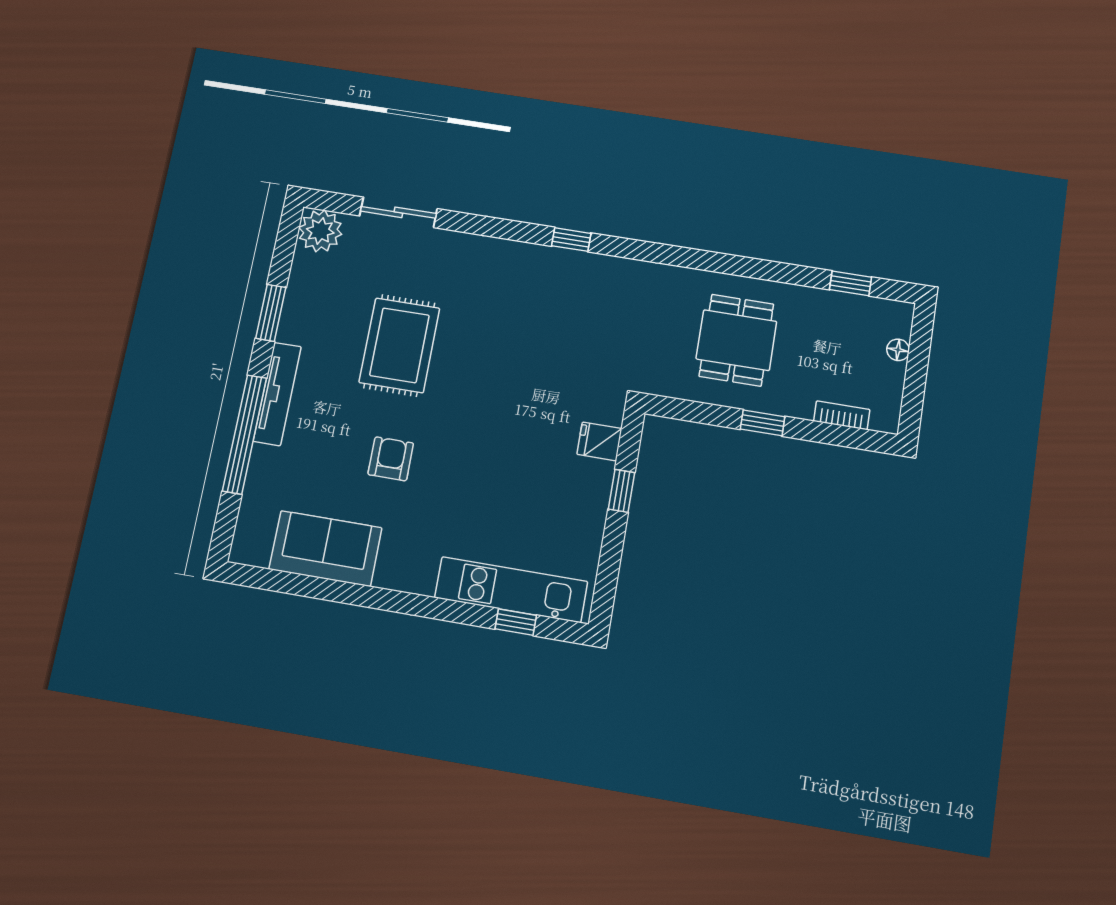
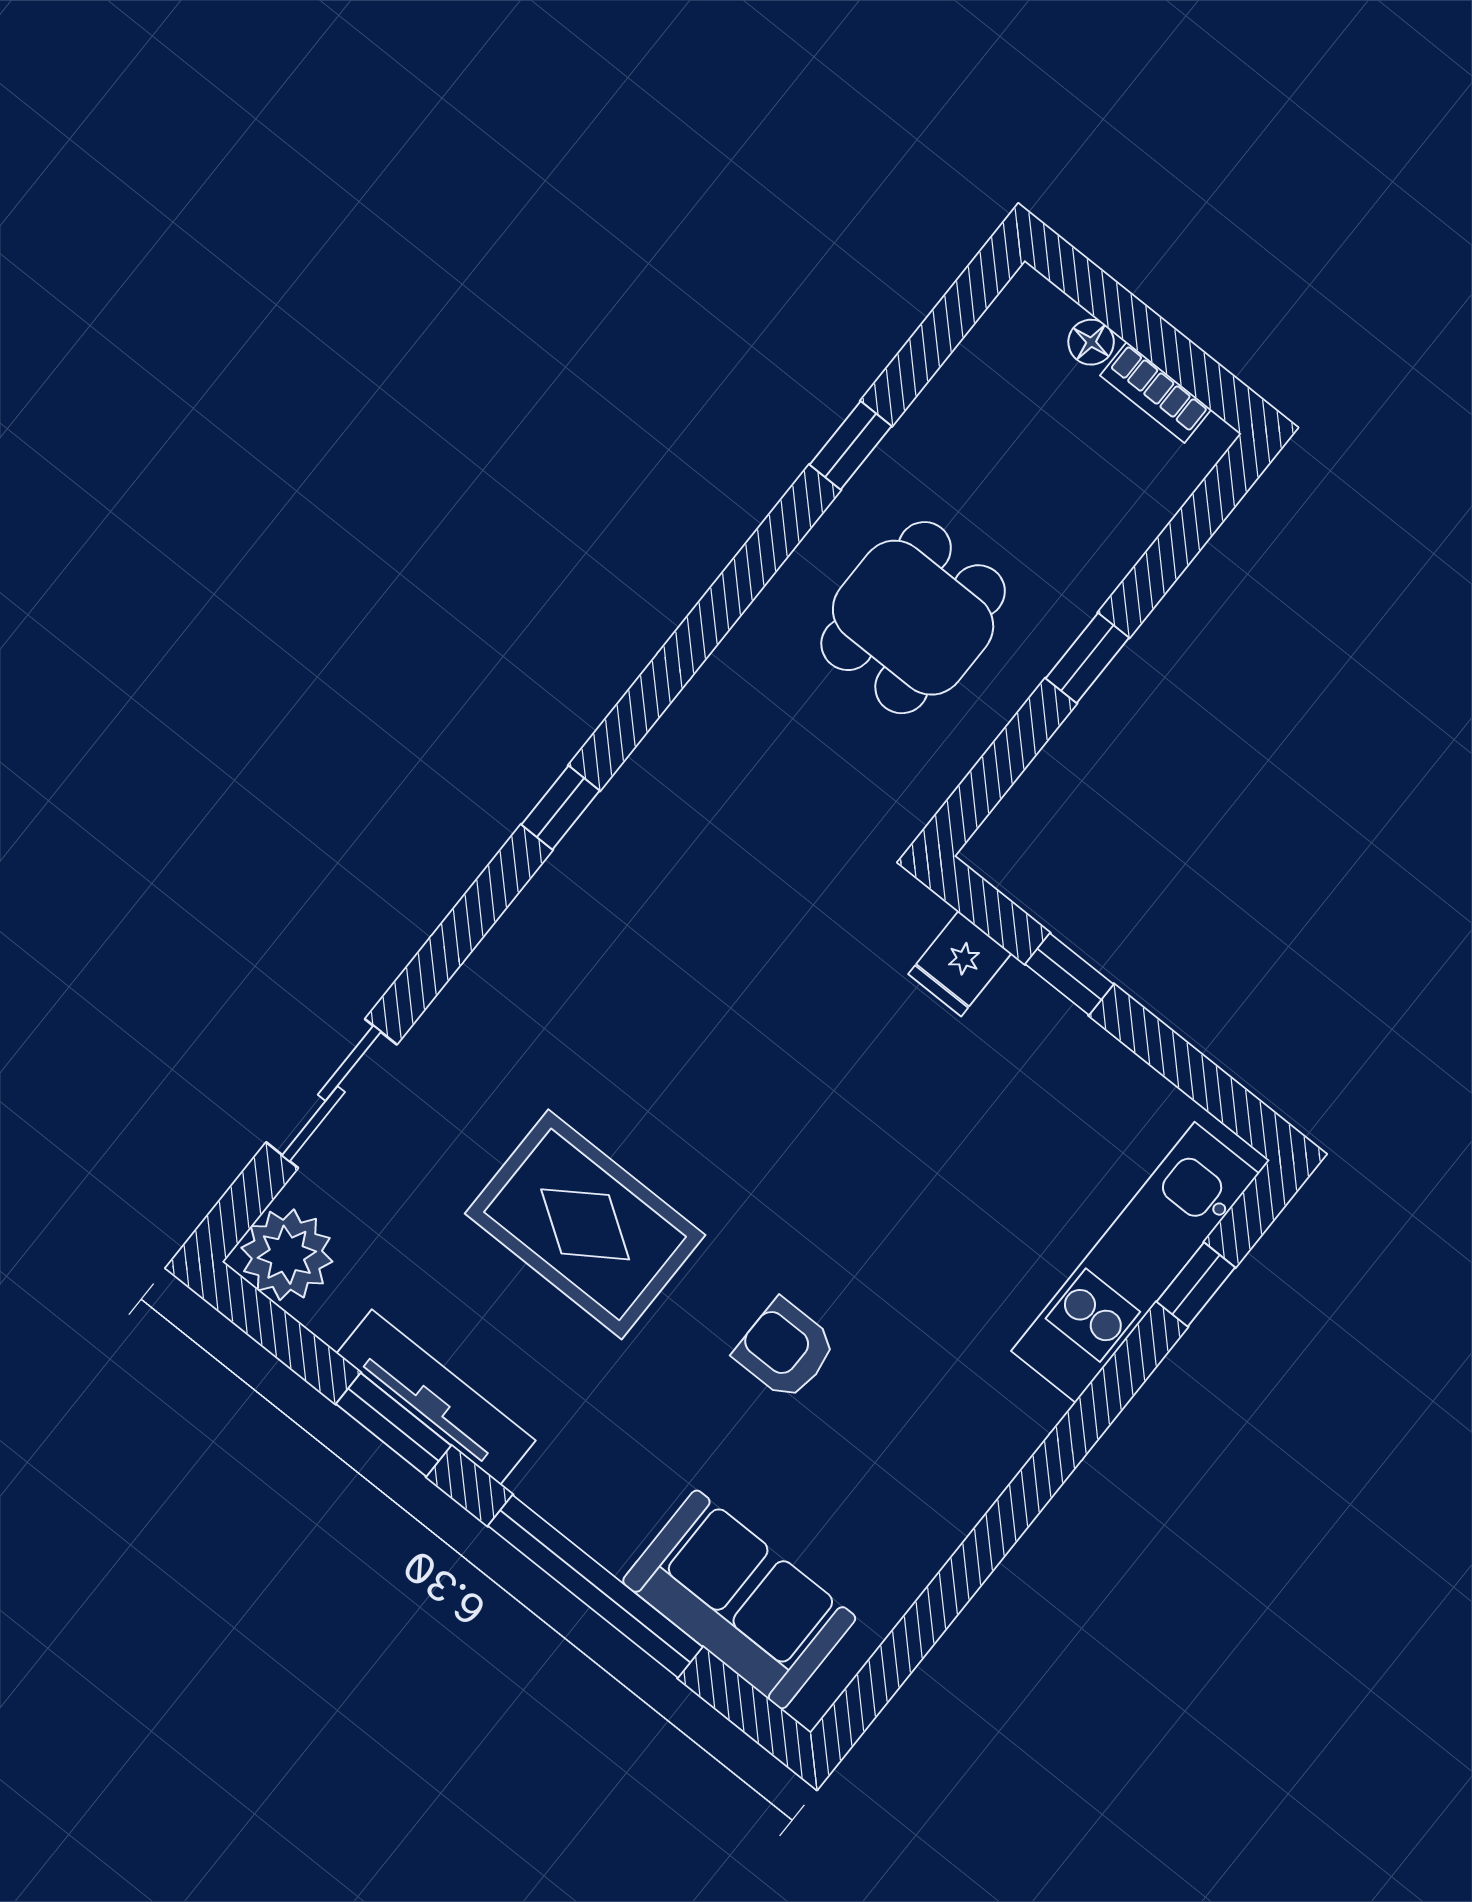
window: (850, 283) -> (851, 445), moved
dining table: (736, 340) -> (913, 618), turned 90
tv unit: (277, 394) -> (436, 1397), moved
bookcase: (842, 415) -> (1156, 393), moved, turned -90
sofa: (325, 548) -> (739, 1600), moved, turned 90

